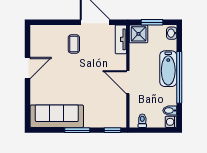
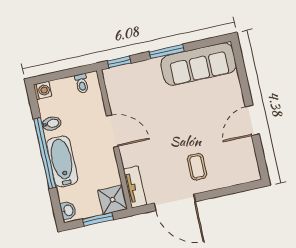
bidet: (170, 111) -> (52, 124), moved

